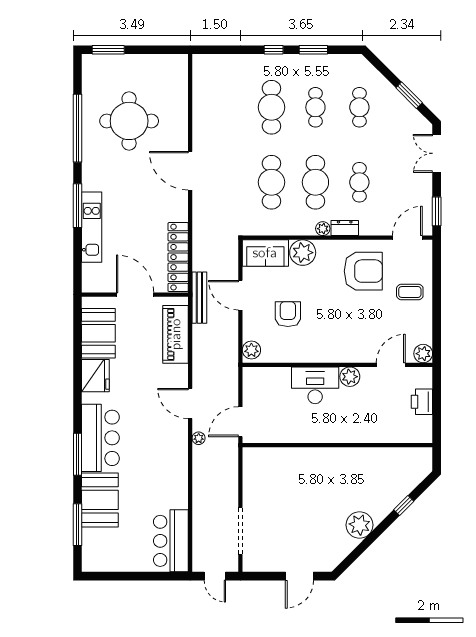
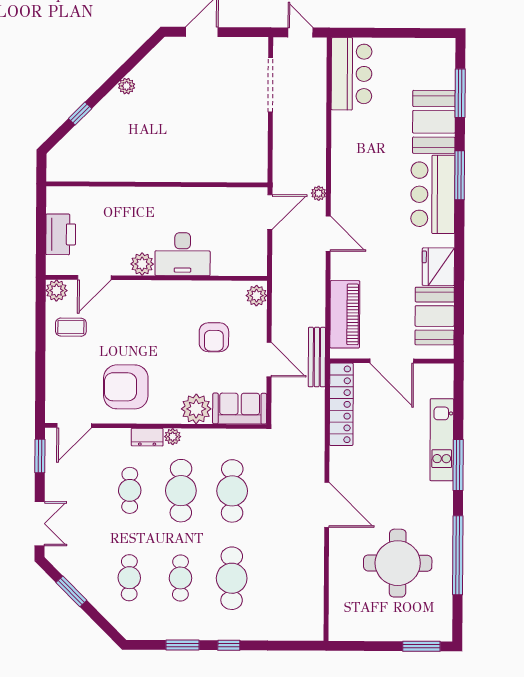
coffee table: (410, 292) -> (71, 327), moved
printer: (422, 402) -> (61, 234), width x1.37, depth x1.19
plant: (360, 525) -> (127, 86), width x0.53, depth x0.53

